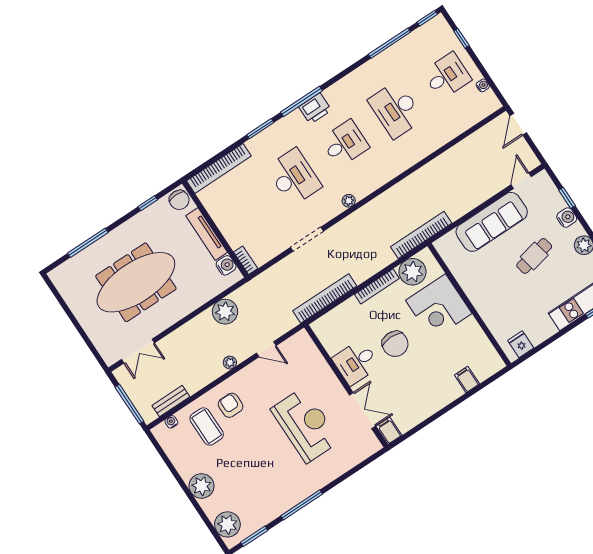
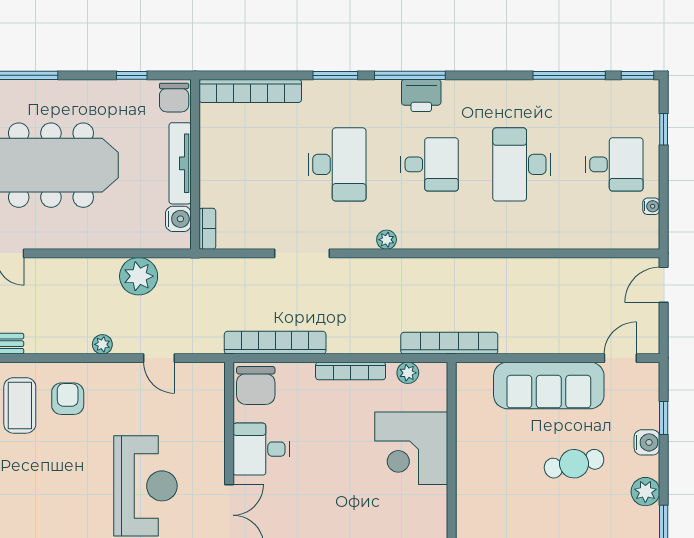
plant: (413, 272) -> (408, 373), width x0.53, depth x0.53
chair: (395, 344) -> (256, 385), moved

